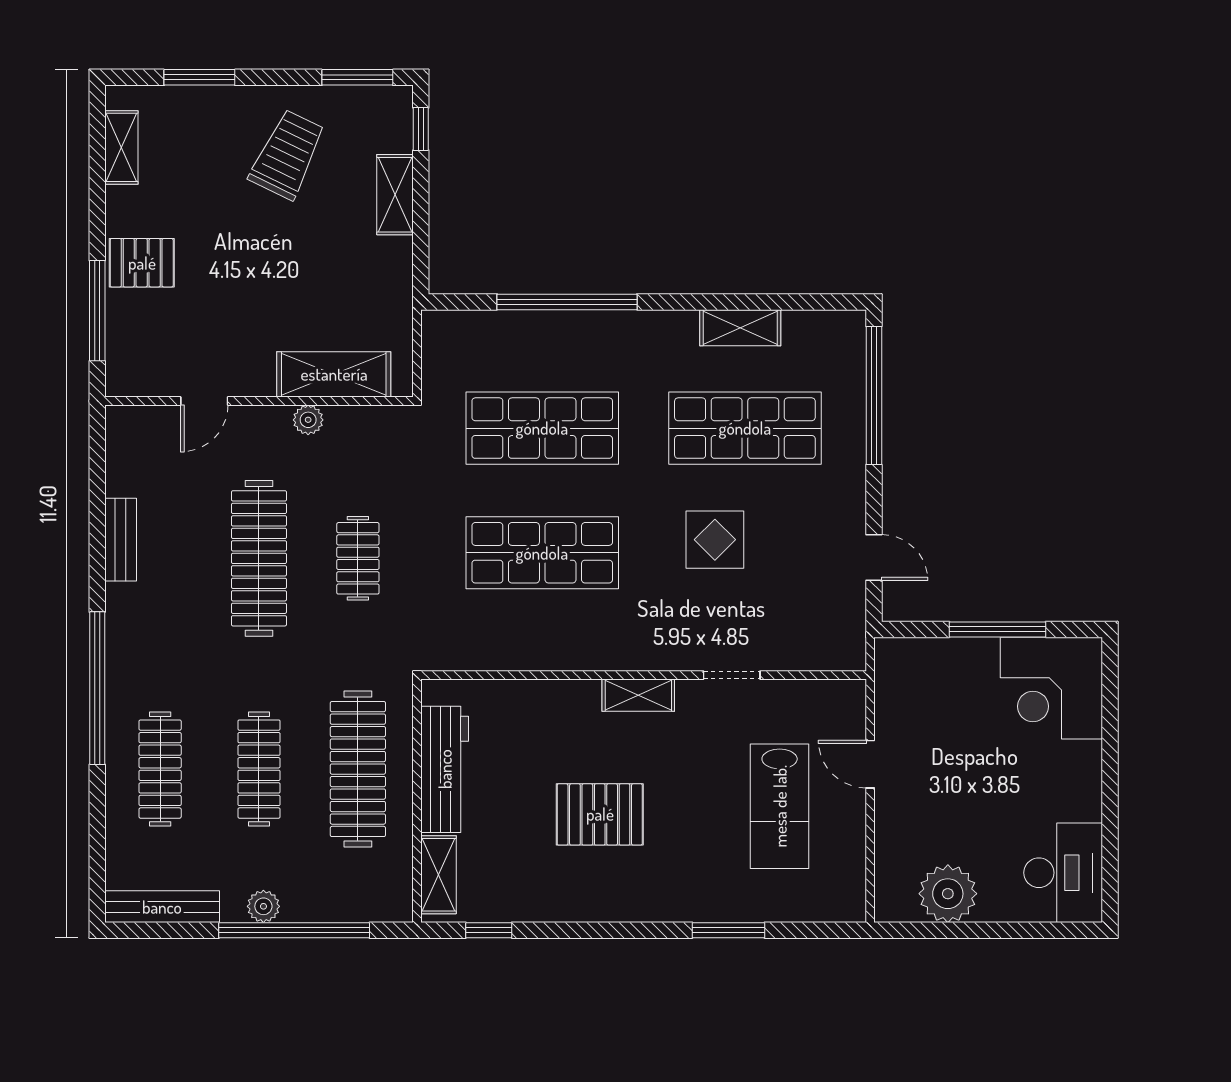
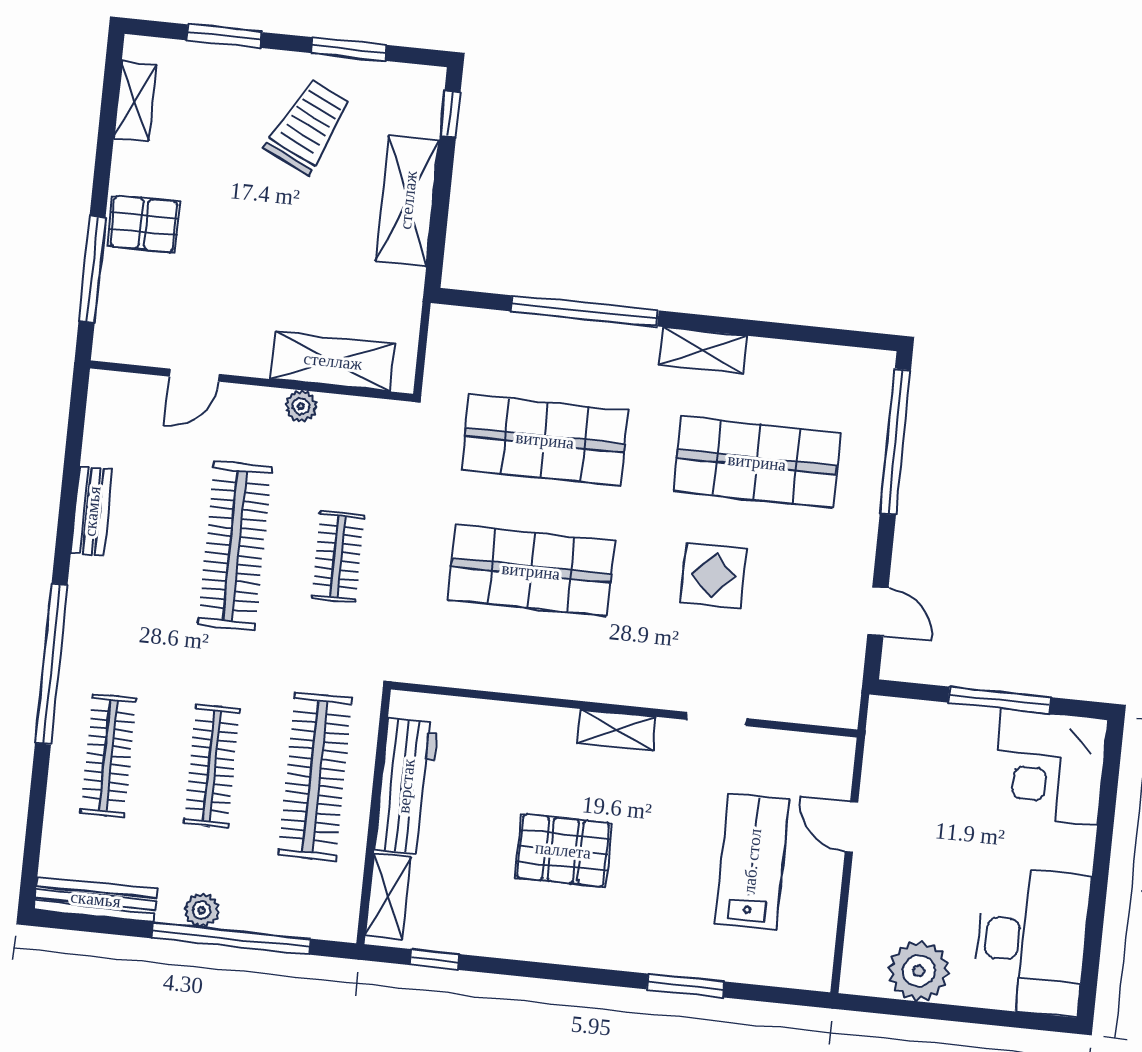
window: (357, 77) -> (349, 49), moved
shelving: (395, 195) -> (408, 200), width x1.50, depth x1.33
shelving: (740, 328) -> (703, 350), moved
lab bench: (780, 806) -> (752, 861), turned 180
desk: (1063, 873) -> (1031, 941), width x1.36, depth x1.30

